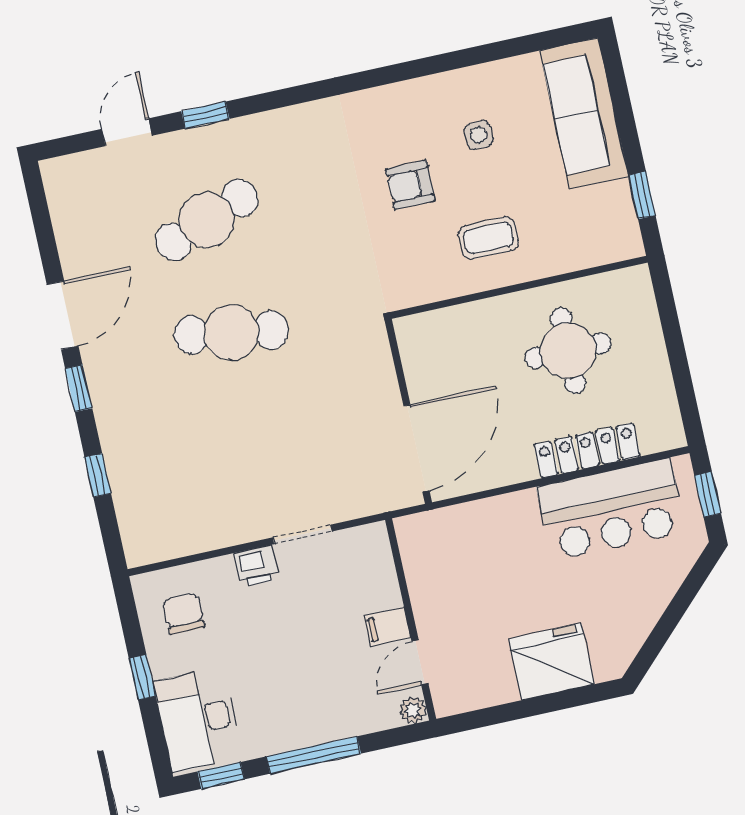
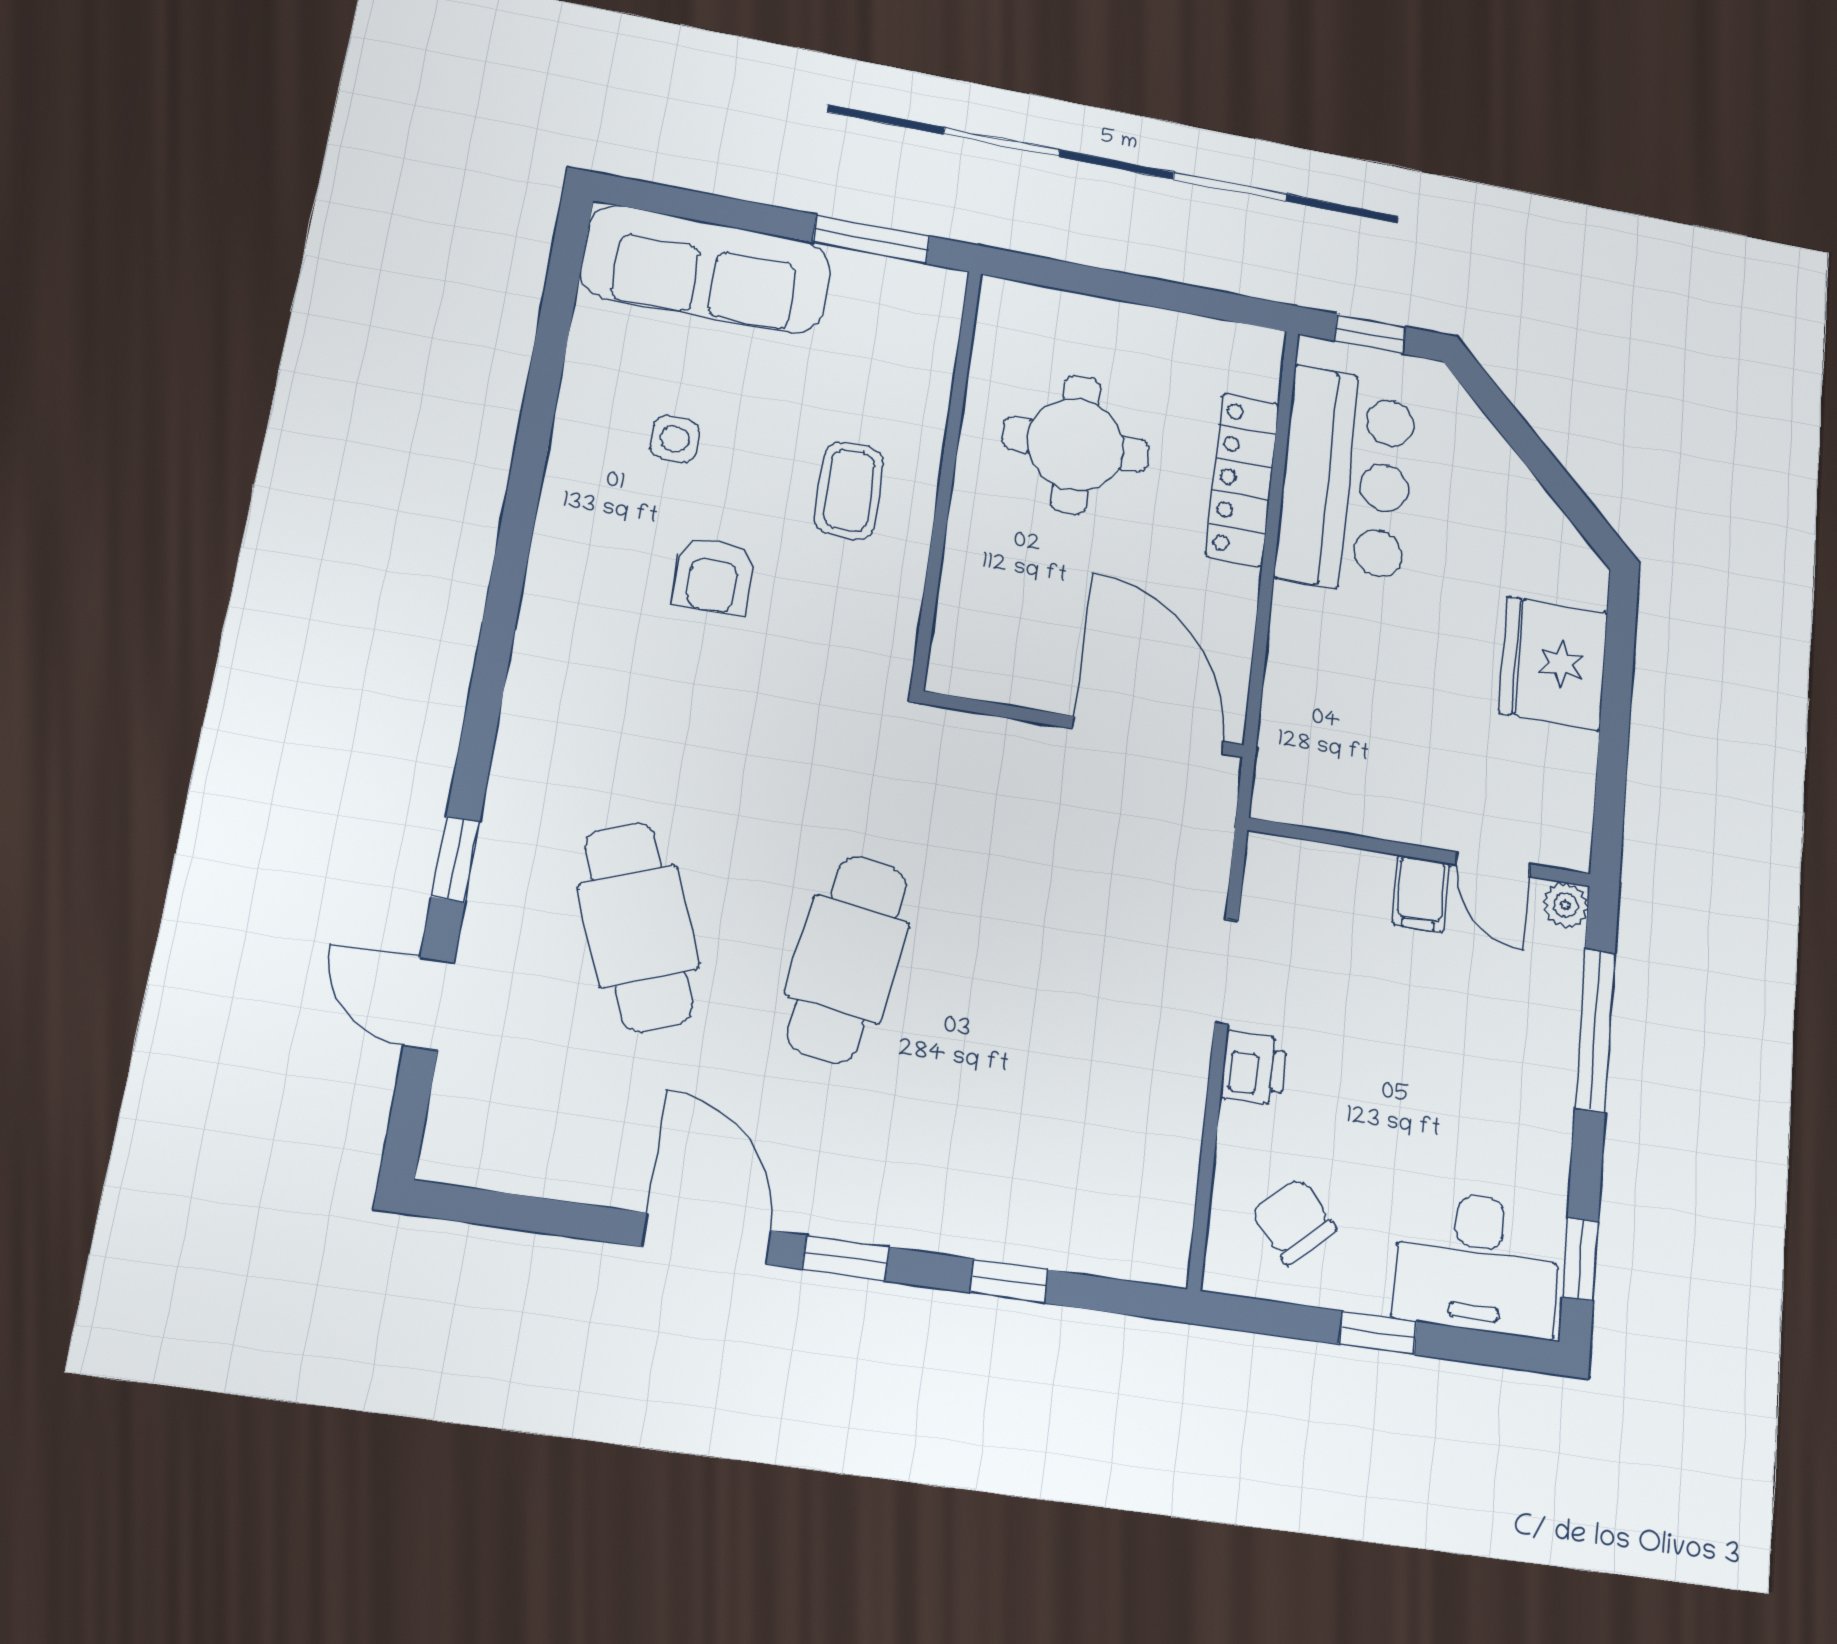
window: (642, 195) -> (871, 239), width x1.50
chair: (184, 614) -> (1294, 1221), turned 48
window: (314, 755) -> (1595, 1030), moved

